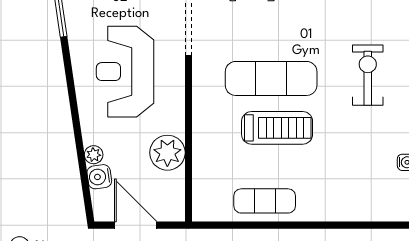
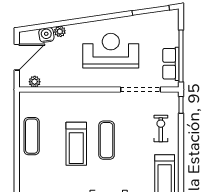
exercise mat: (271, 78) -> (107, 140), width x0.73, depth x0.69
plant: (167, 153) -> (35, 82), moved, width x0.53, depth x0.53

